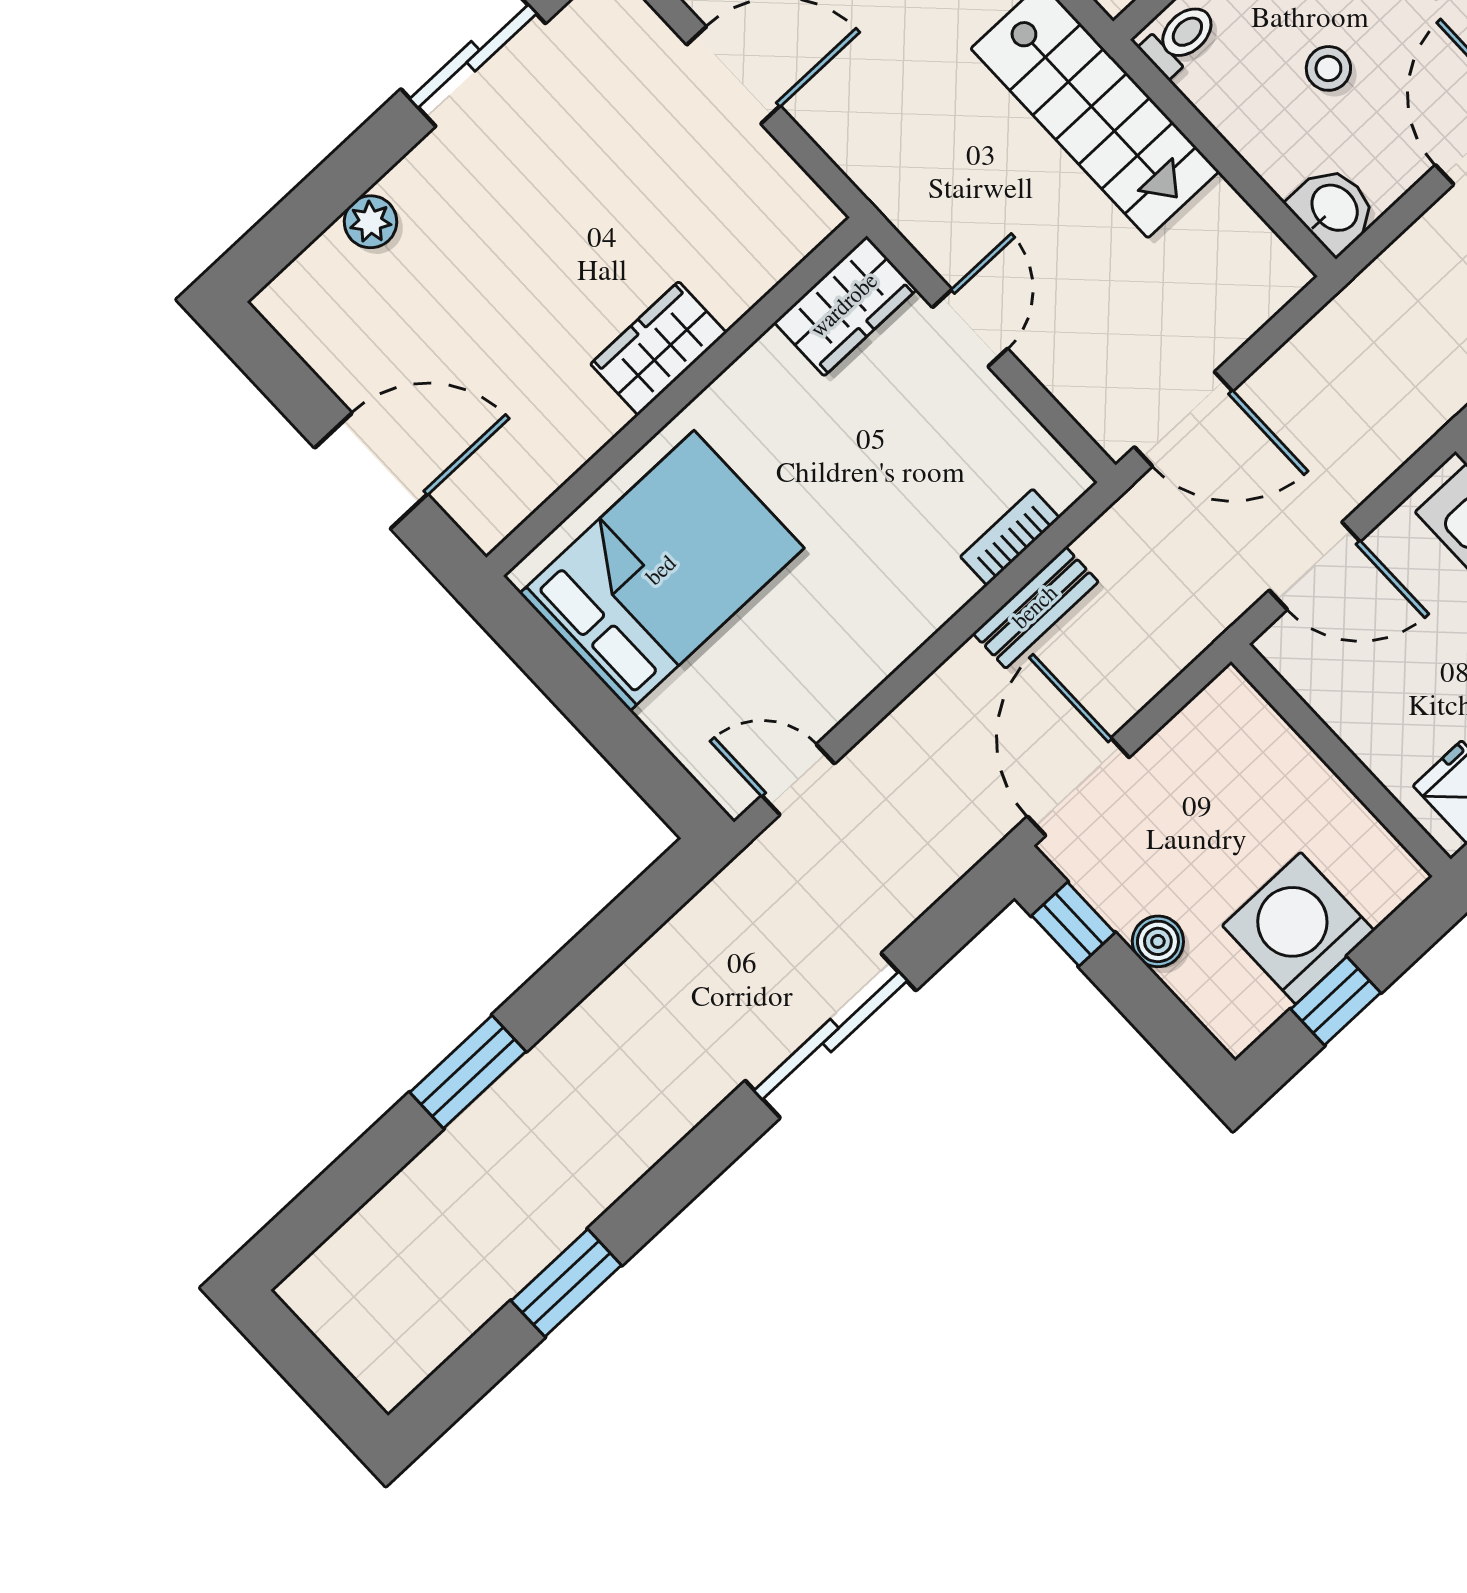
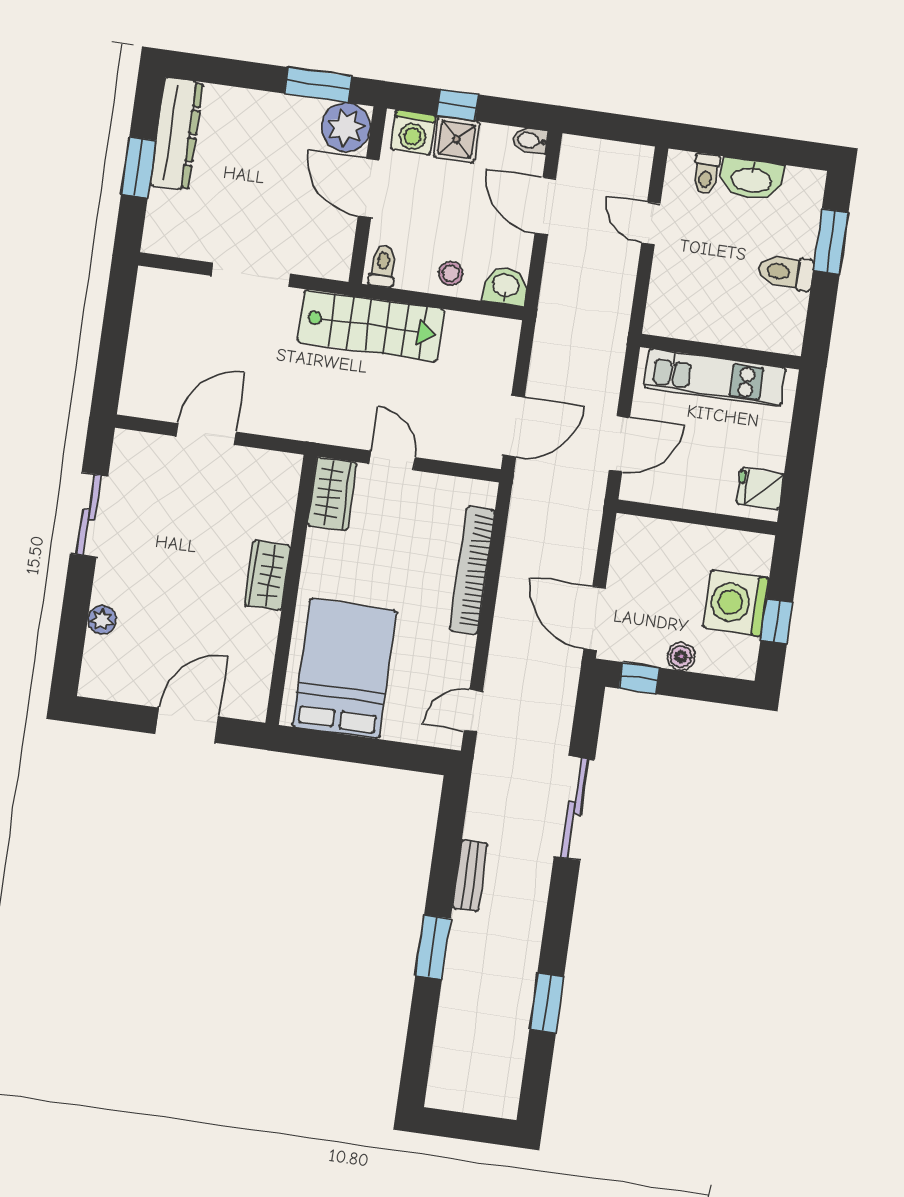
stool: (1328, 68) -> (451, 274), moved
bookcase: (1010, 537) -> (472, 570), width x2.31, depth x1.31
bench: (1036, 608) -> (470, 876), moved

